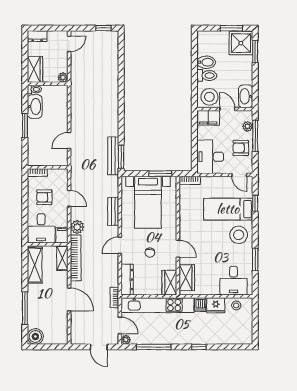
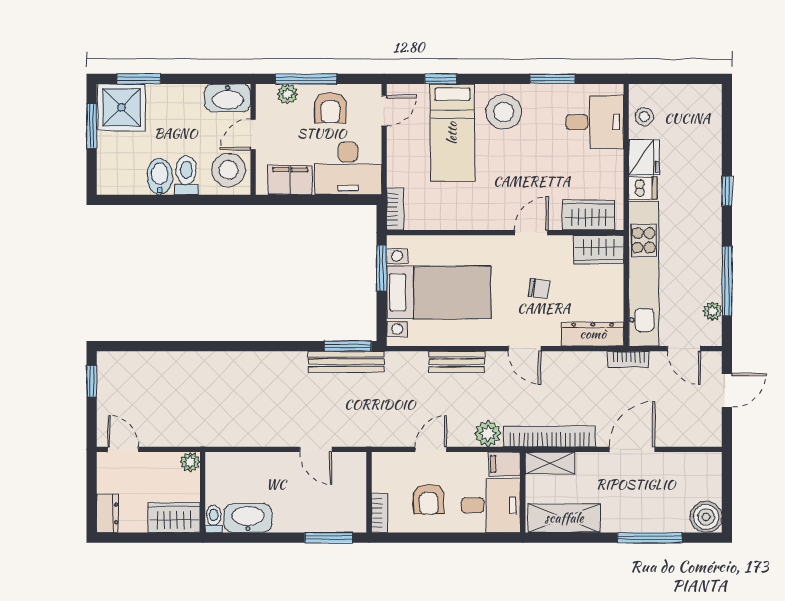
filing cabinet: (208, 118) -> (290, 180), moved, turned -90
window: (25, 126) -> (329, 538), moved
door: (120, 325) -> (684, 349), swing flipped
plant: (126, 340) -> (713, 311), moved

